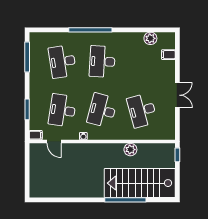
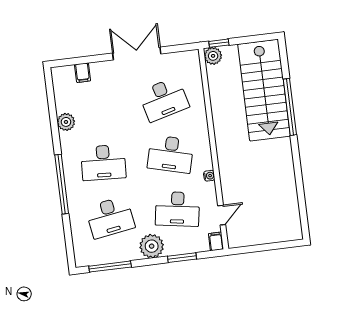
plant: (150, 38) -> (66, 122), moved
plant: (38, 89) -> (152, 246), added
double door: (177, 95) -> (137, 53), width x1.37
plant: (130, 150) -> (213, 56), moved

